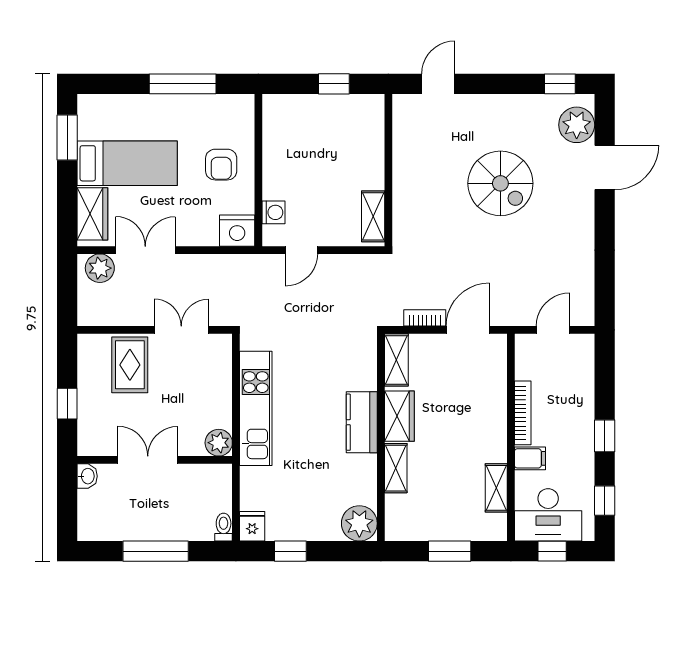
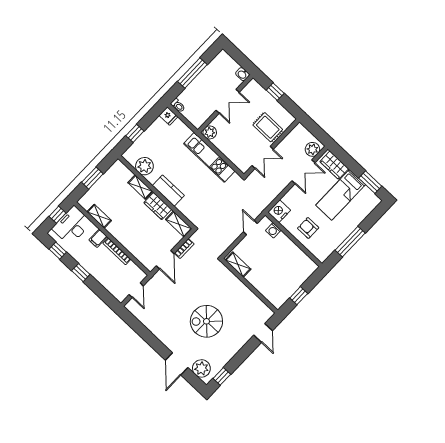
plant: (359, 523) -> (144, 166), moved
window: (290, 551) -> (135, 133), moved

